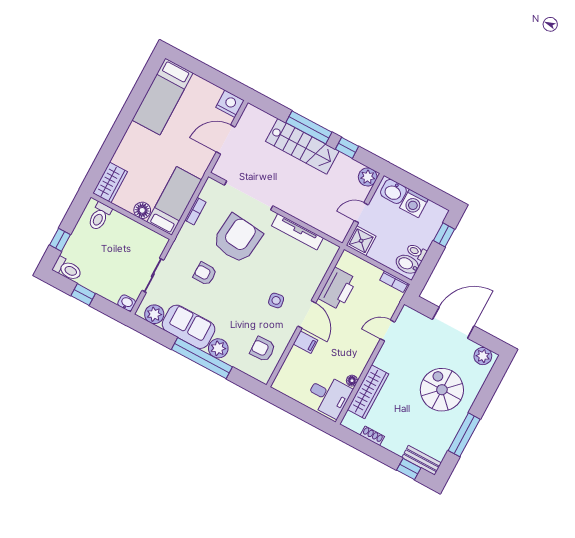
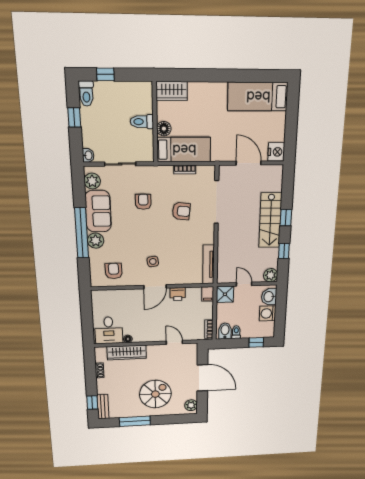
window: (309, 127) -> (286, 218), width x0.46
toilet: (100, 216) -> (142, 122), moved
tv unit: (297, 232) -> (208, 264), moved
armchair: (237, 239) -> (181, 211), width x0.53, depth x0.53
printer: (337, 289) -> (178, 294), width x0.53, depth x0.68
filing cabinet: (306, 342) -> (208, 294), moved

